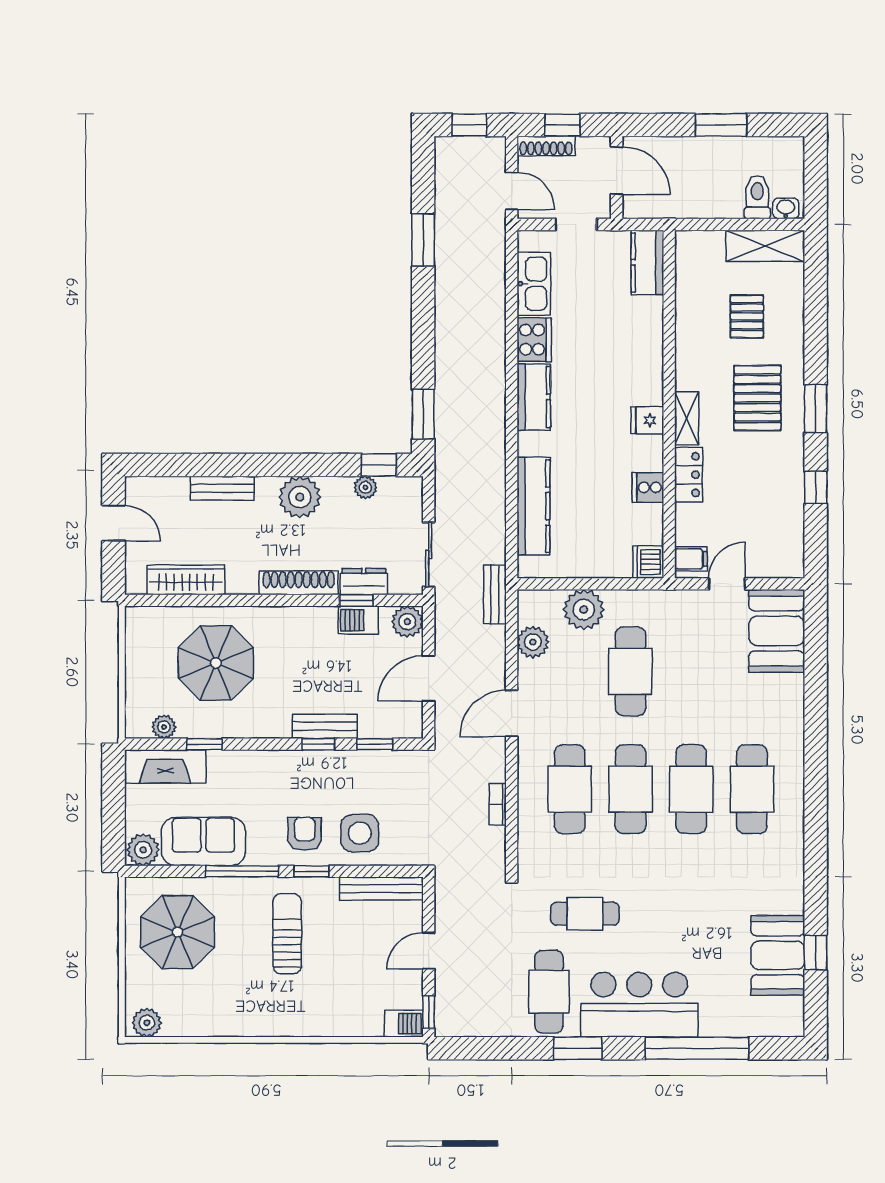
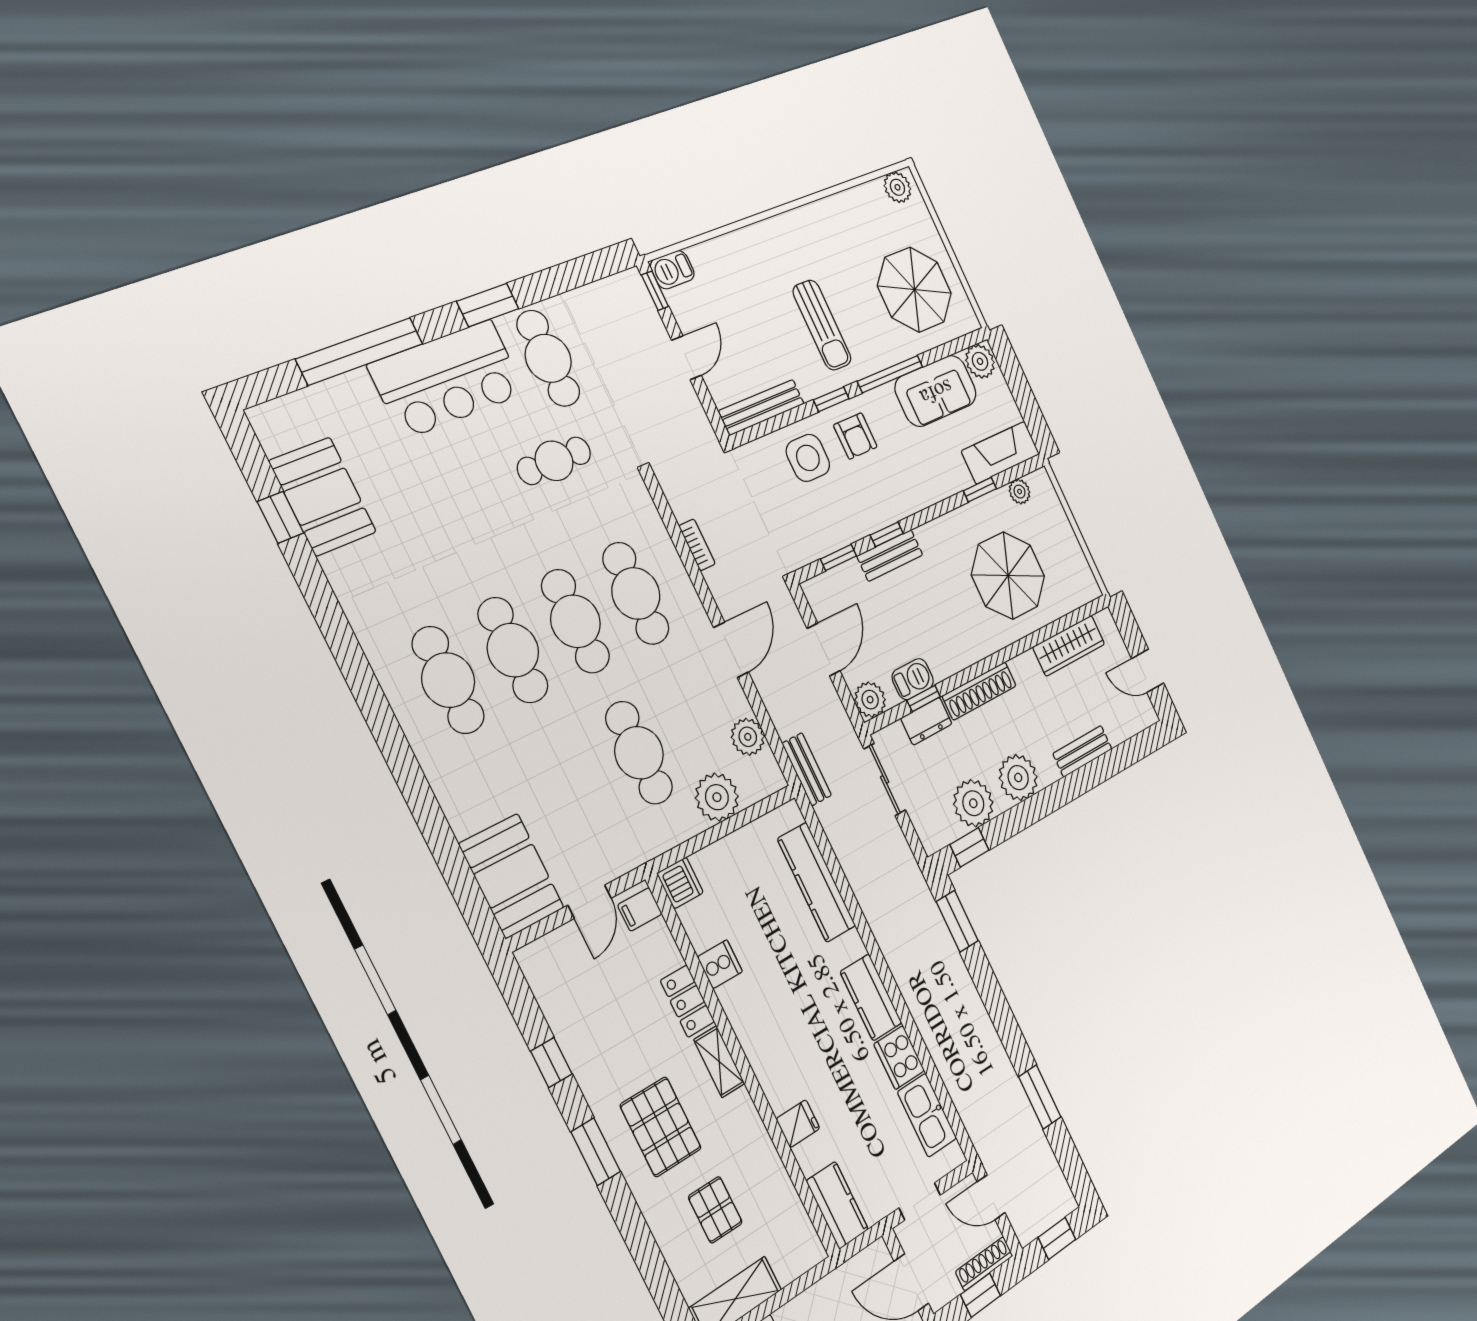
fridge: (647, 420) -> (798, 1124), moved
plant: (365, 487) -> (973, 803), width x1.88, depth x1.88

